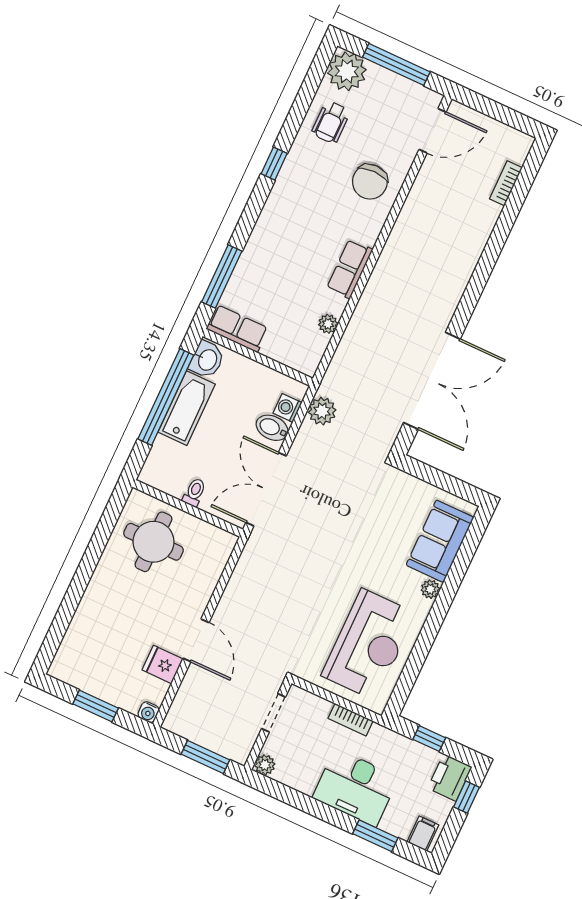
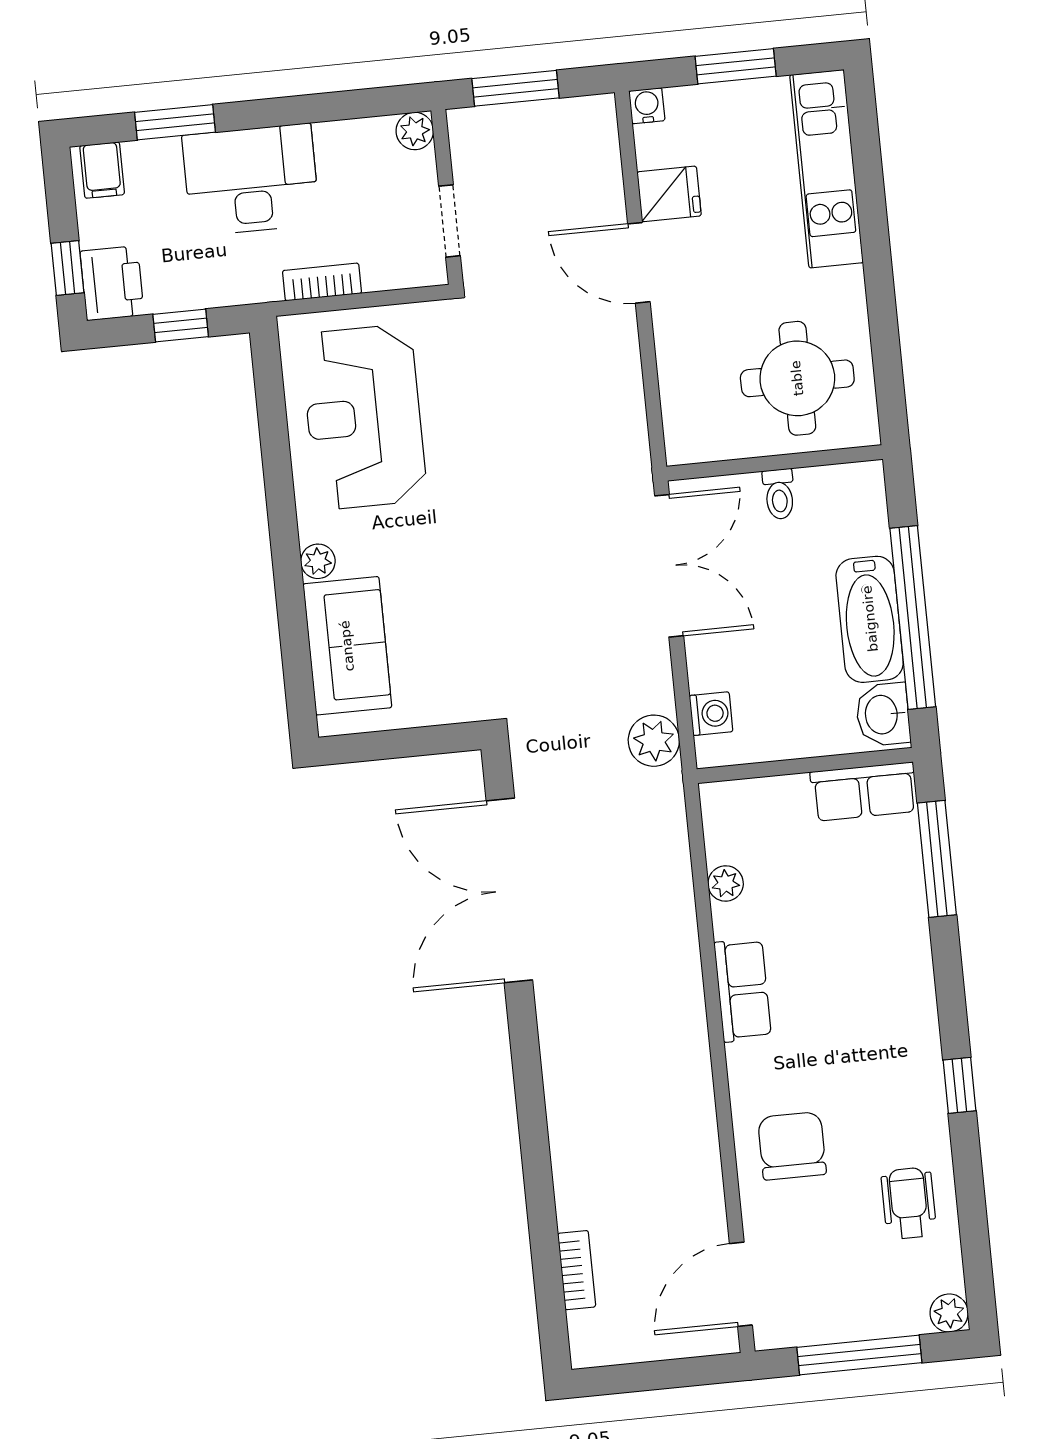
plant: (347, 71) -> (949, 1313), width x0.53, depth x0.53
bidet: (272, 428) -> (717, 668), removed
kitchen unit: (81, 632) -> (827, 169), added

